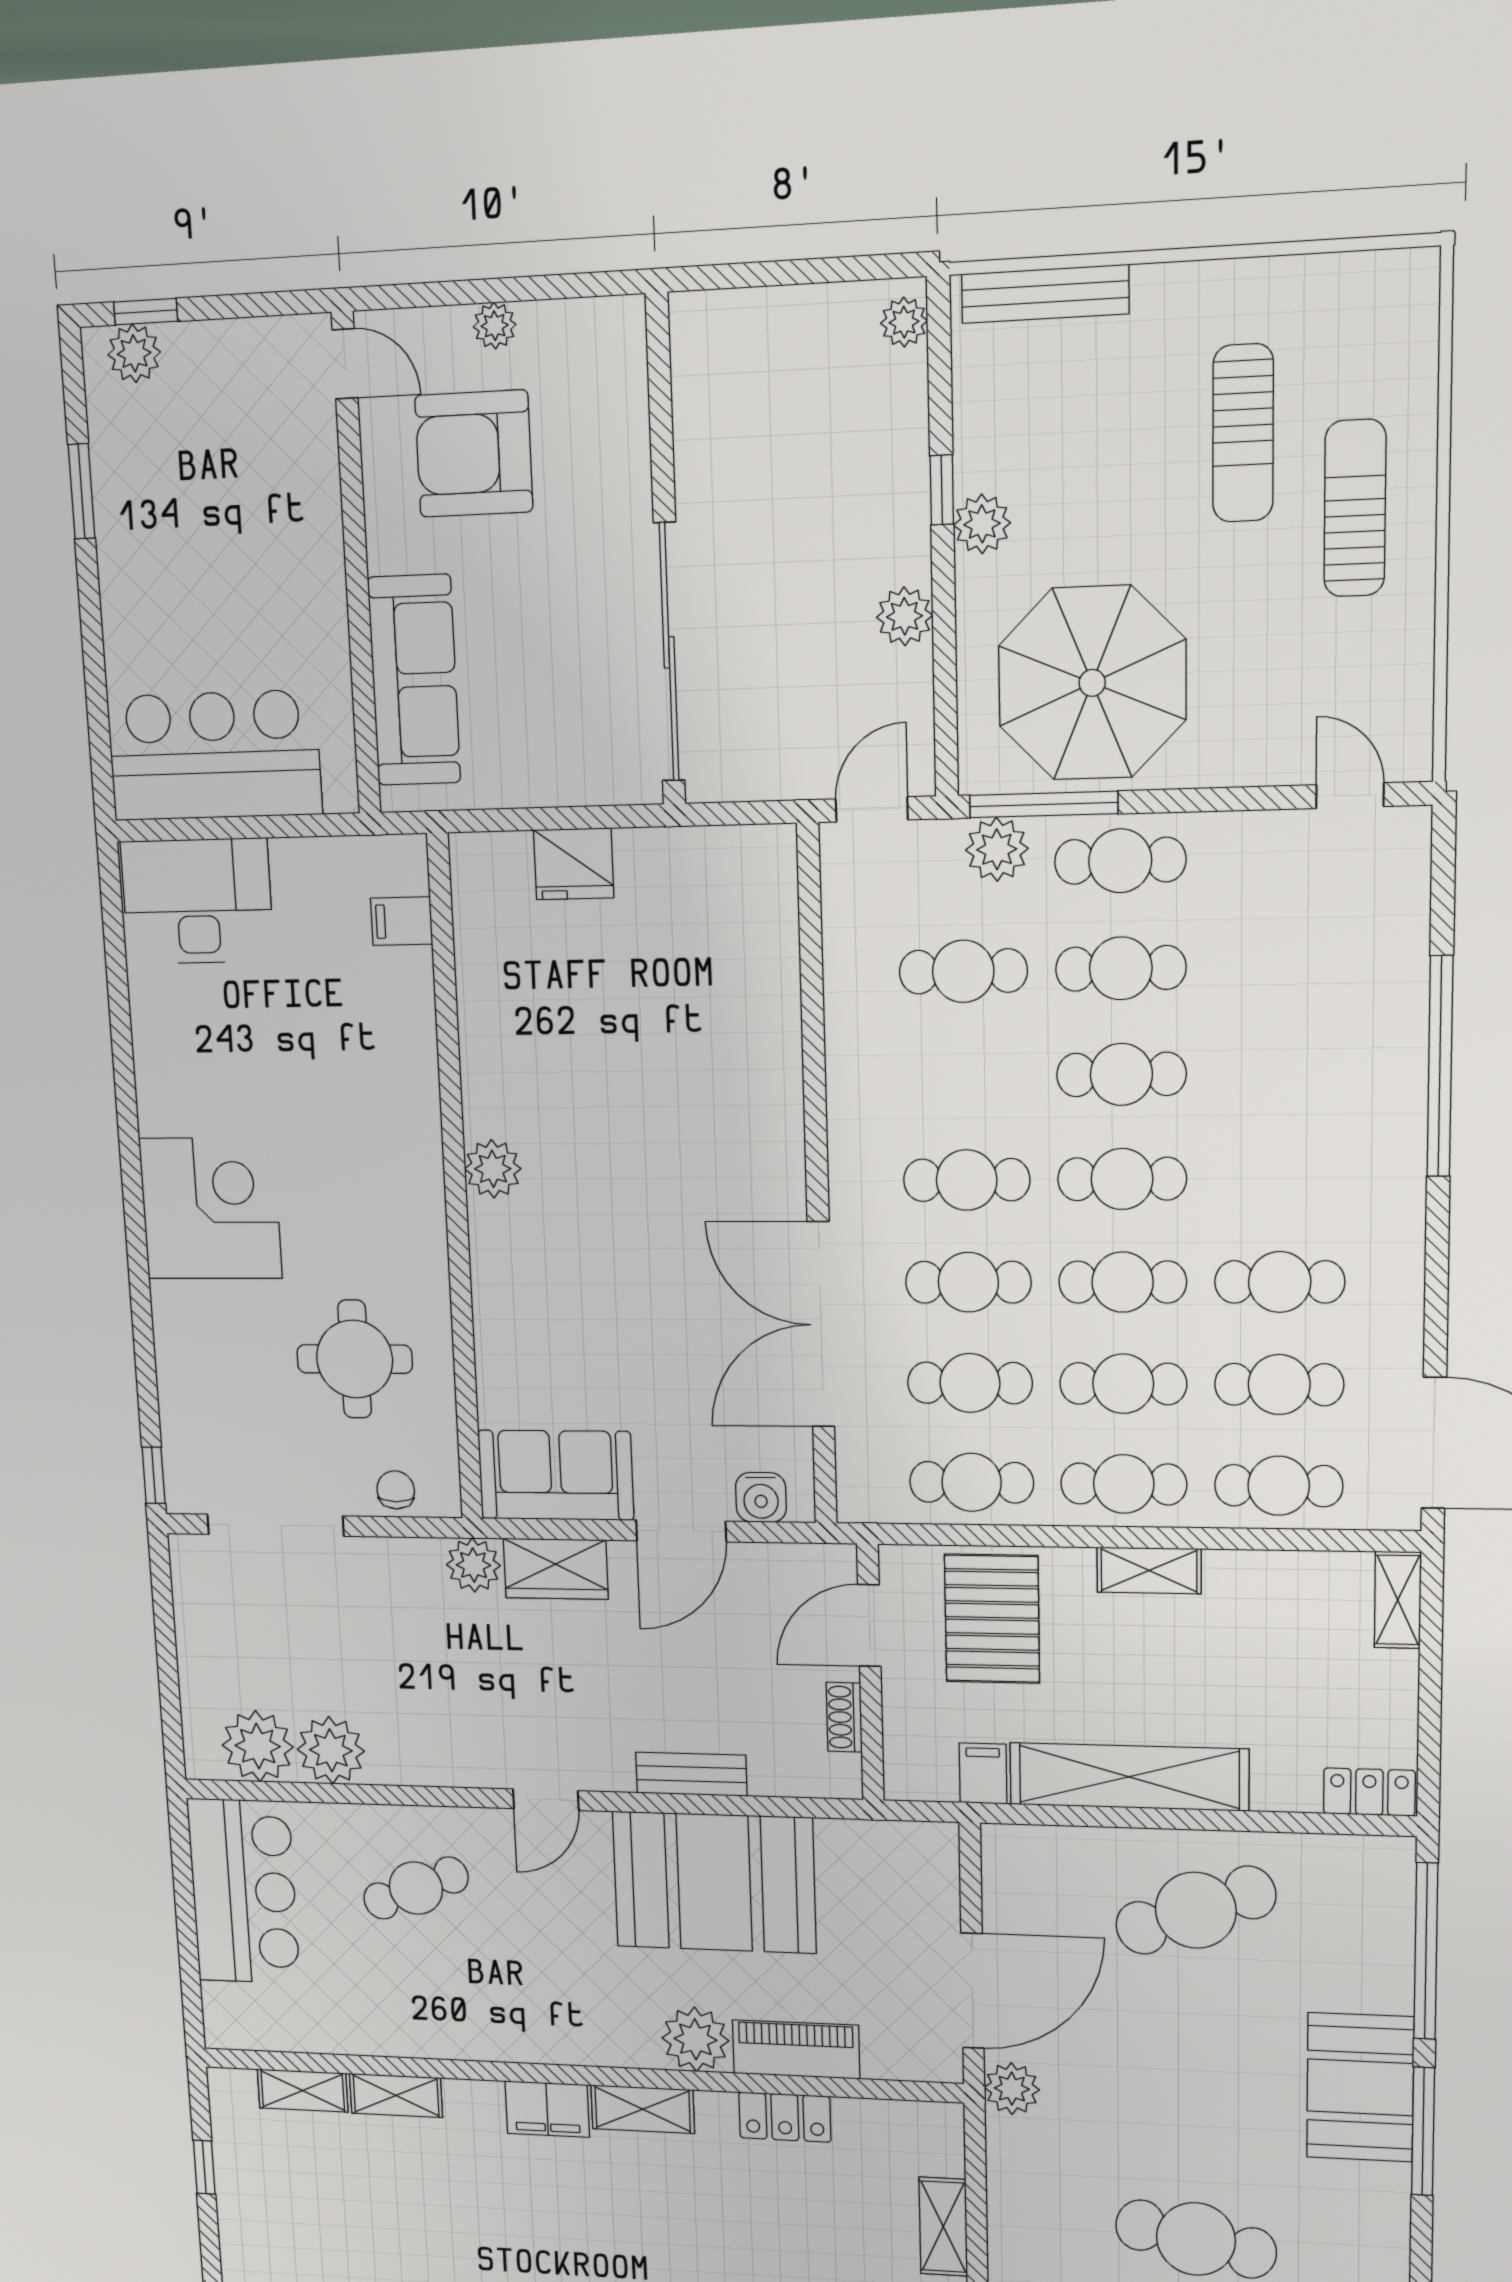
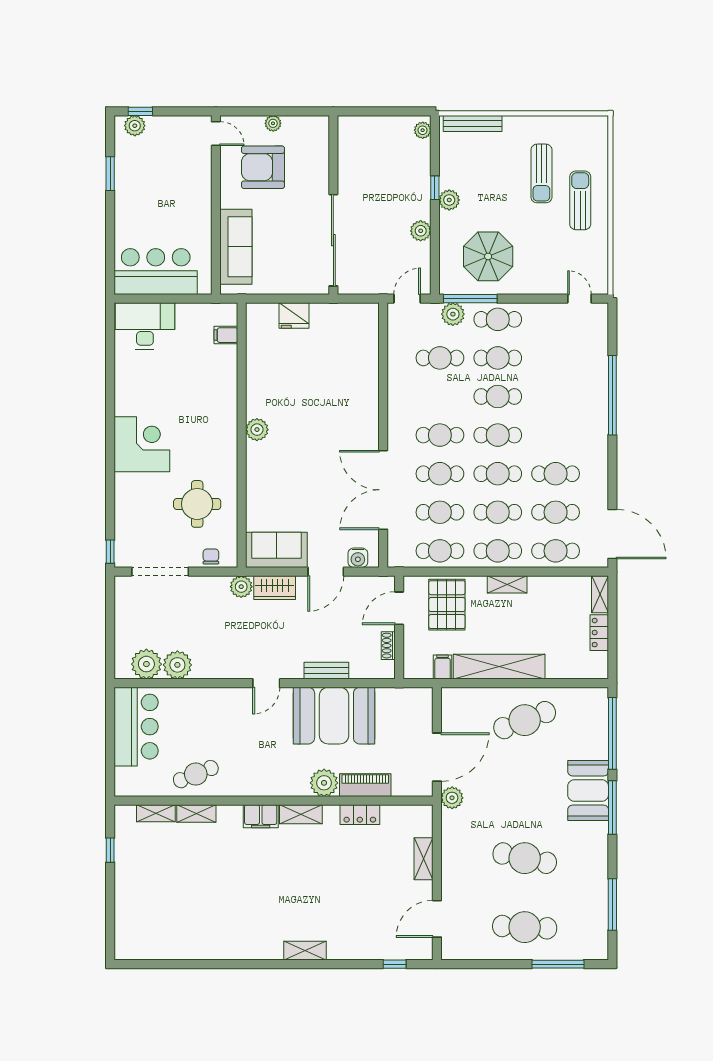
parasol: (1092, 683) -> (488, 256), width x0.73, depth x0.73
locker: (1369, 1792) -> (599, 633), moved, turned -90
cafe table: (416, 1888) -> (196, 774), moved

